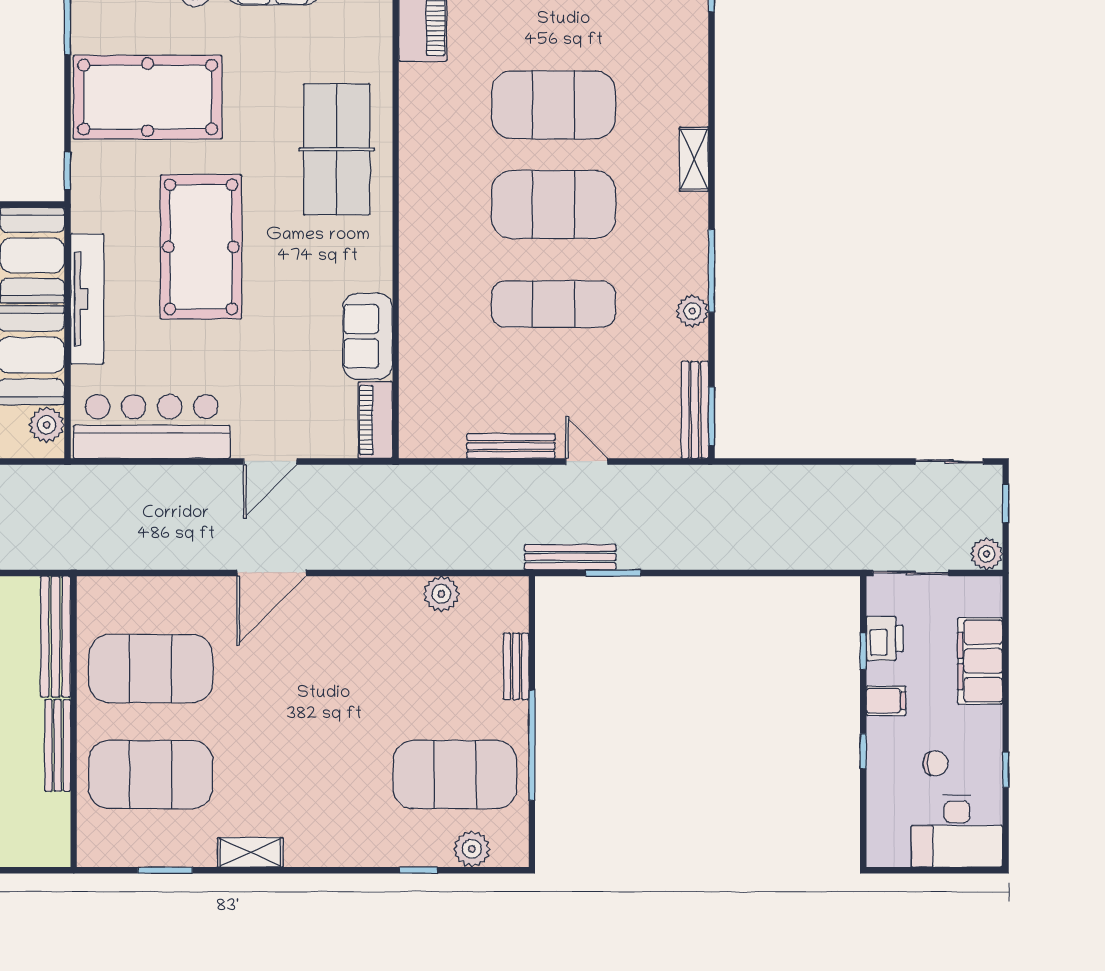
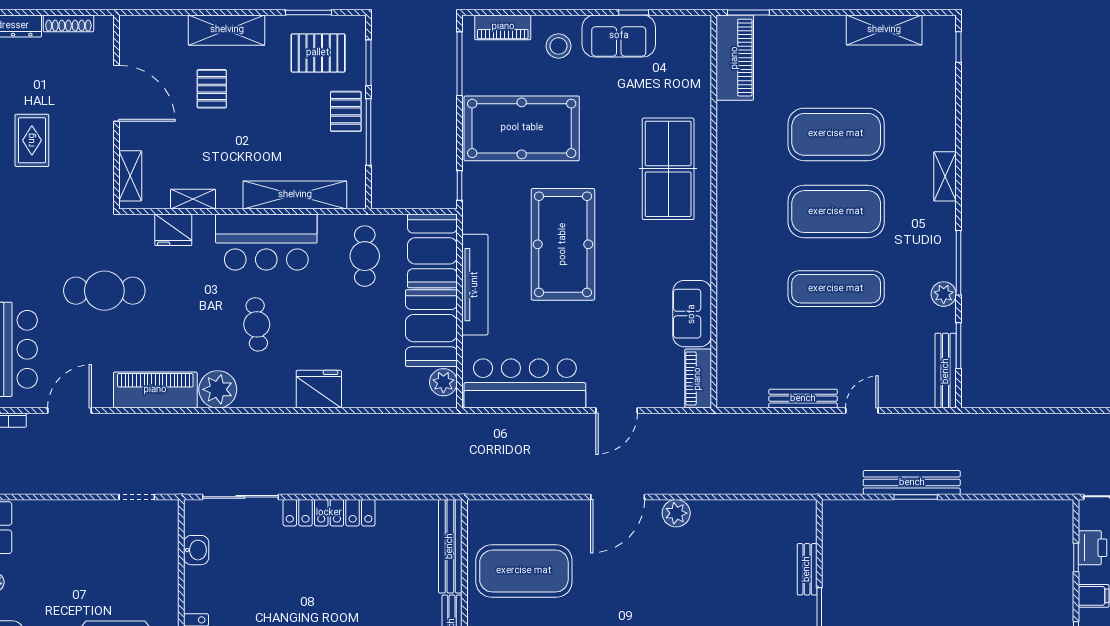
window: (711, 416) -> (958, 346), moved
door: (587, 461) -> (862, 411), hinge flipped
bench: (570, 557) -> (912, 483), moved, width x1.37, depth x1.21
window: (613, 573) -> (916, 497), moved
plant: (441, 594) -> (676, 513), moved

